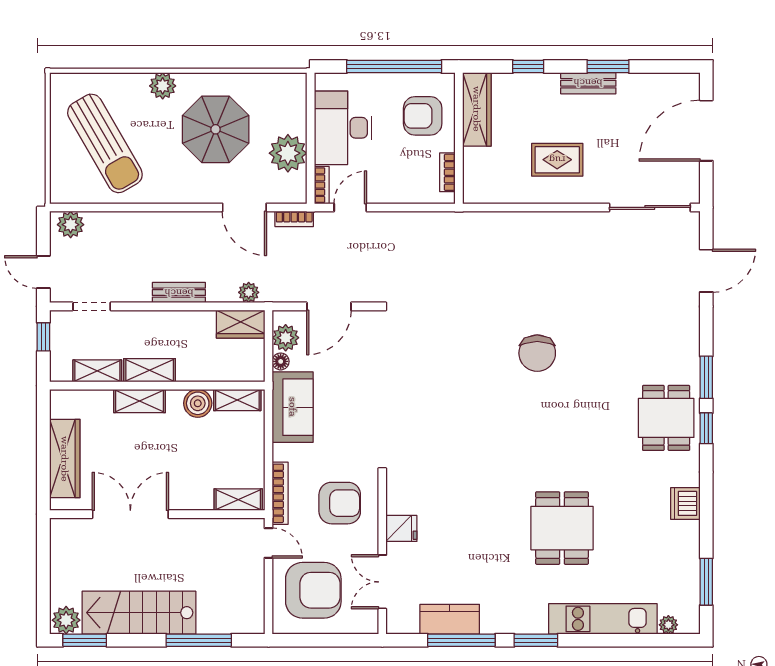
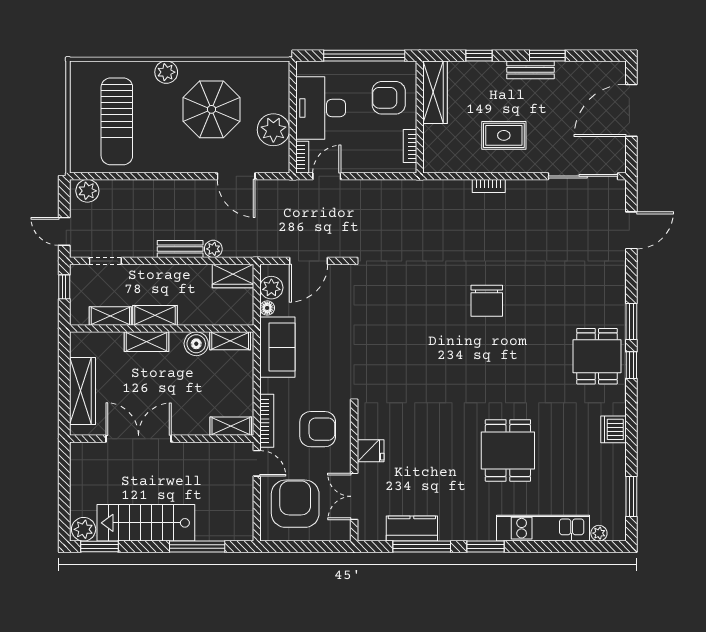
sun lounger: (105, 143) -> (117, 121), turned 30
bookcase: (294, 219) -> (489, 186), moved
plant: (249, 292) -> (213, 249), moved
armchair: (313, 590) -> (295, 504), turned -90

